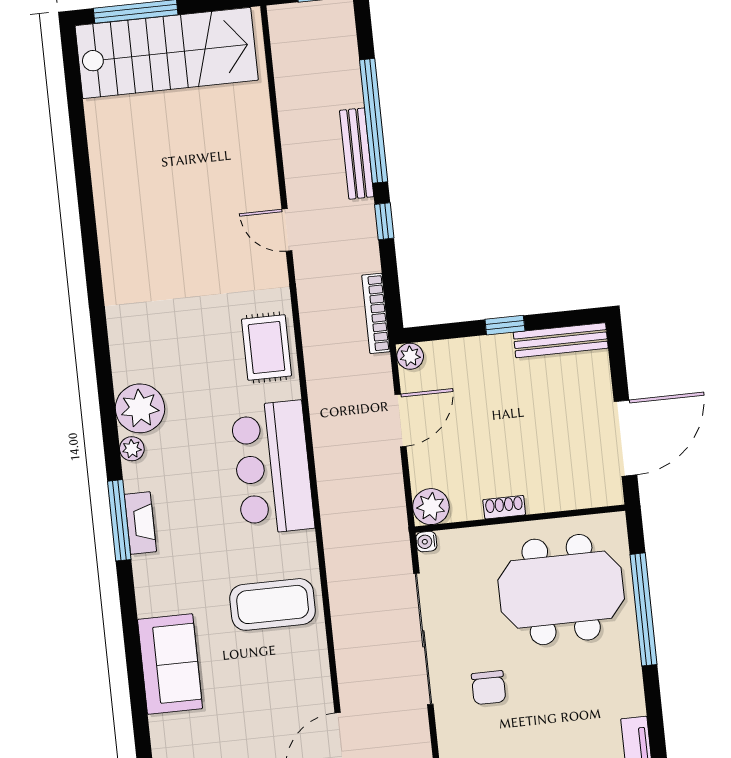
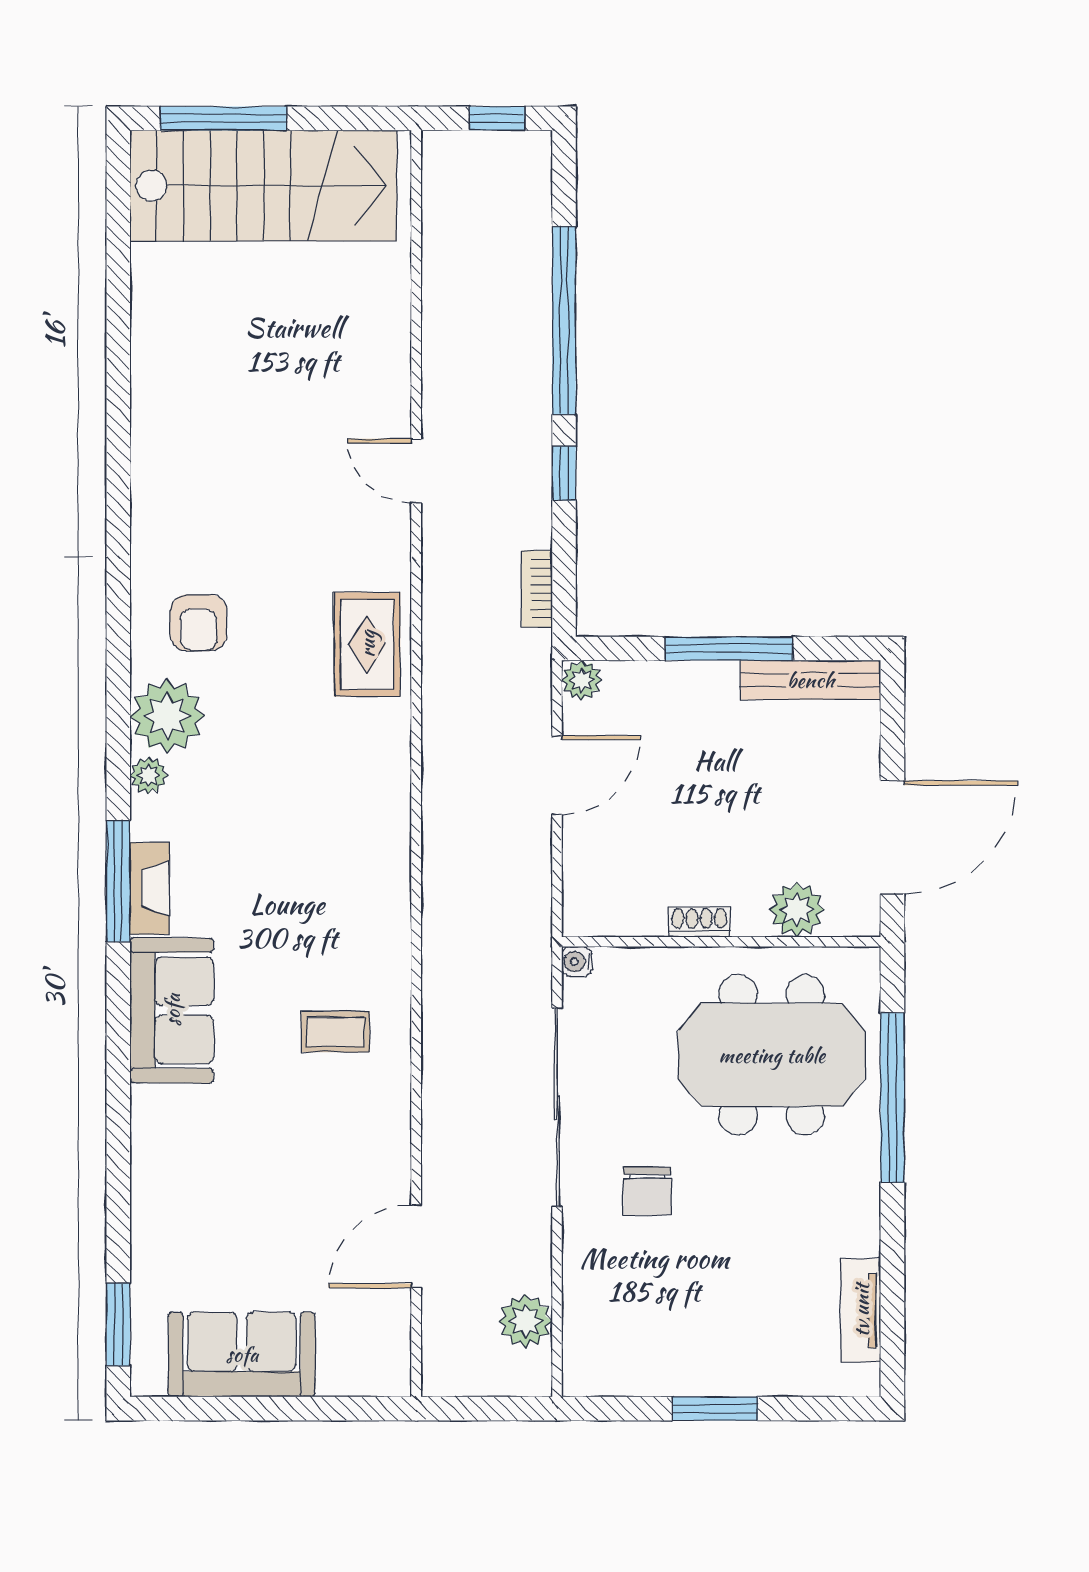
bench: (357, 154) -> (533, 367), removed
bookcase: (376, 313) -> (537, 589), width x0.64
window: (505, 325) -> (729, 649), width x2.17
armchair: (154, 345) -> (198, 623), added
bar counter: (273, 468) -> (357, 826), removed
plant: (431, 507) -> (797, 910), moved
coffee table: (273, 604) -> (335, 1032), width x0.54, depth x0.58
sofa: (170, 664) -> (172, 1010), moved

